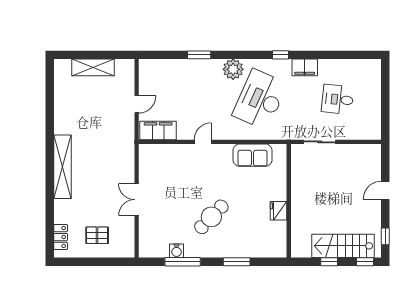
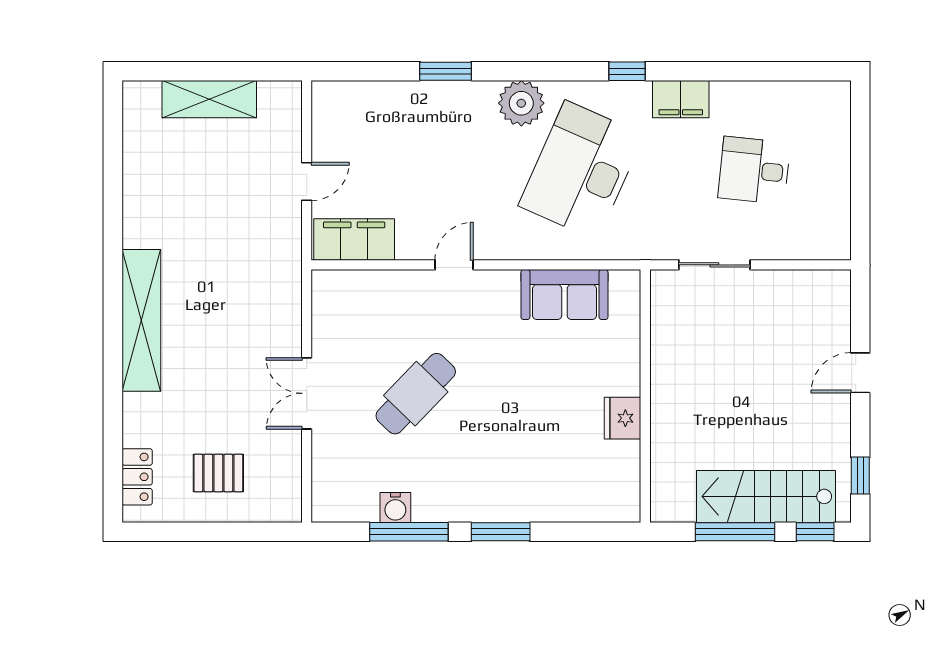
cafe table: (211, 217) -> (416, 394), moved
window: (237, 262) -> (501, 532), moved
window: (329, 262) -> (735, 532), width x2.17

